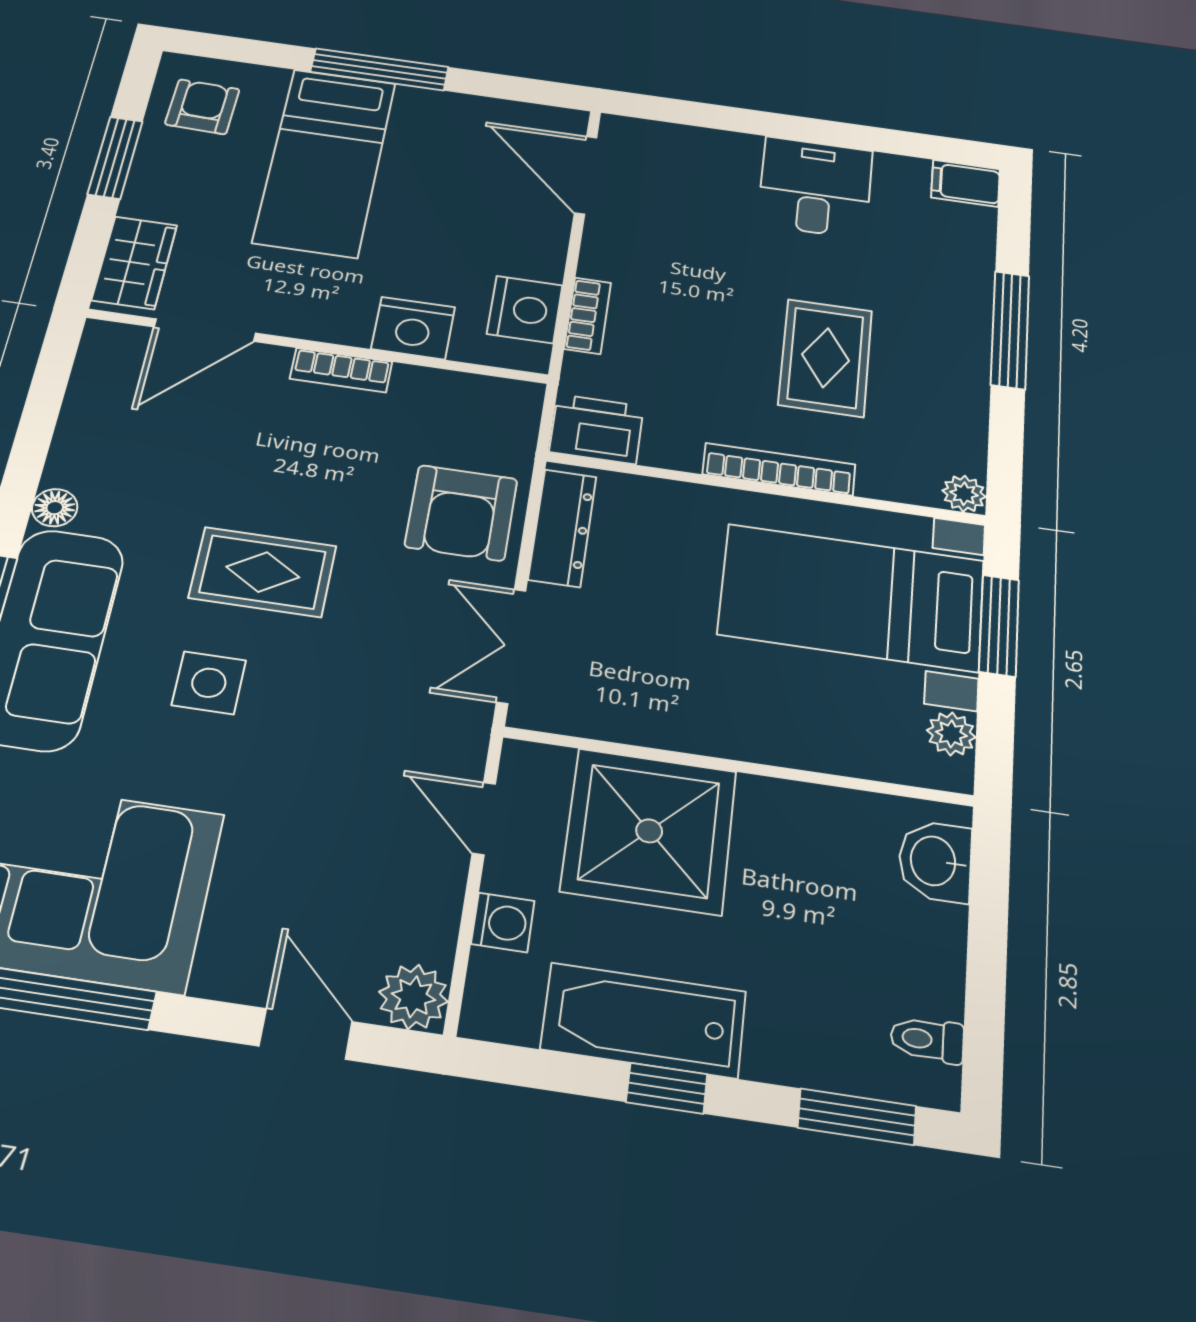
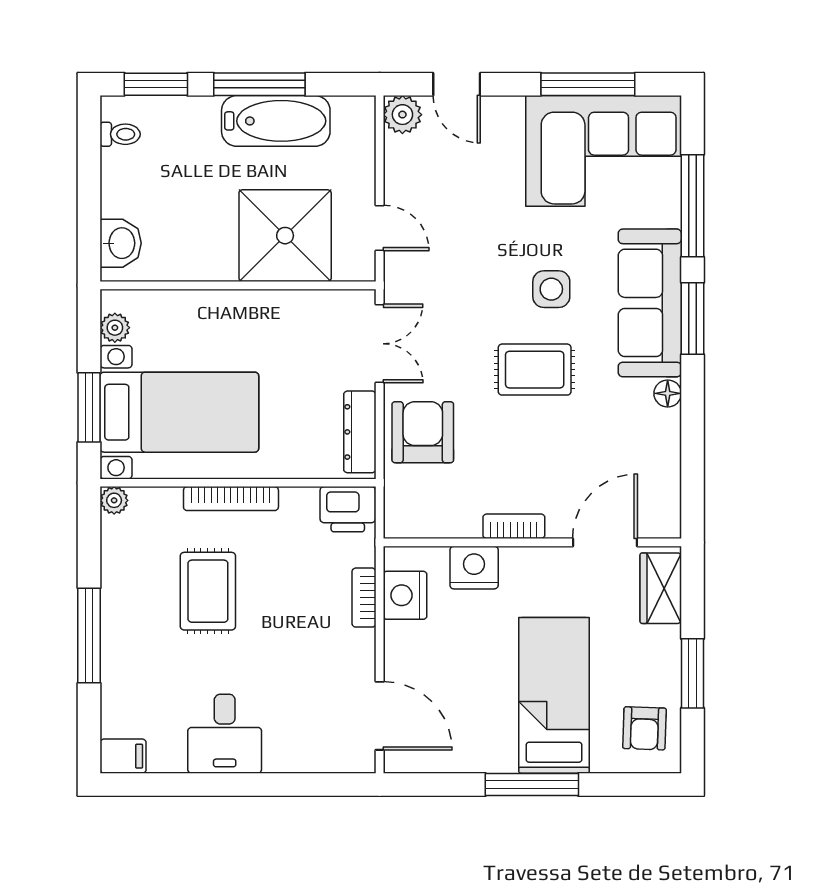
washing machine: (503, 922) -> (360, 166), removed
window: (667, 1088) -> (259, 84), width x2.17

